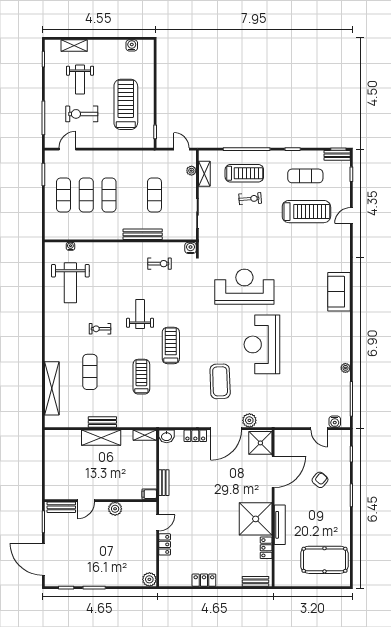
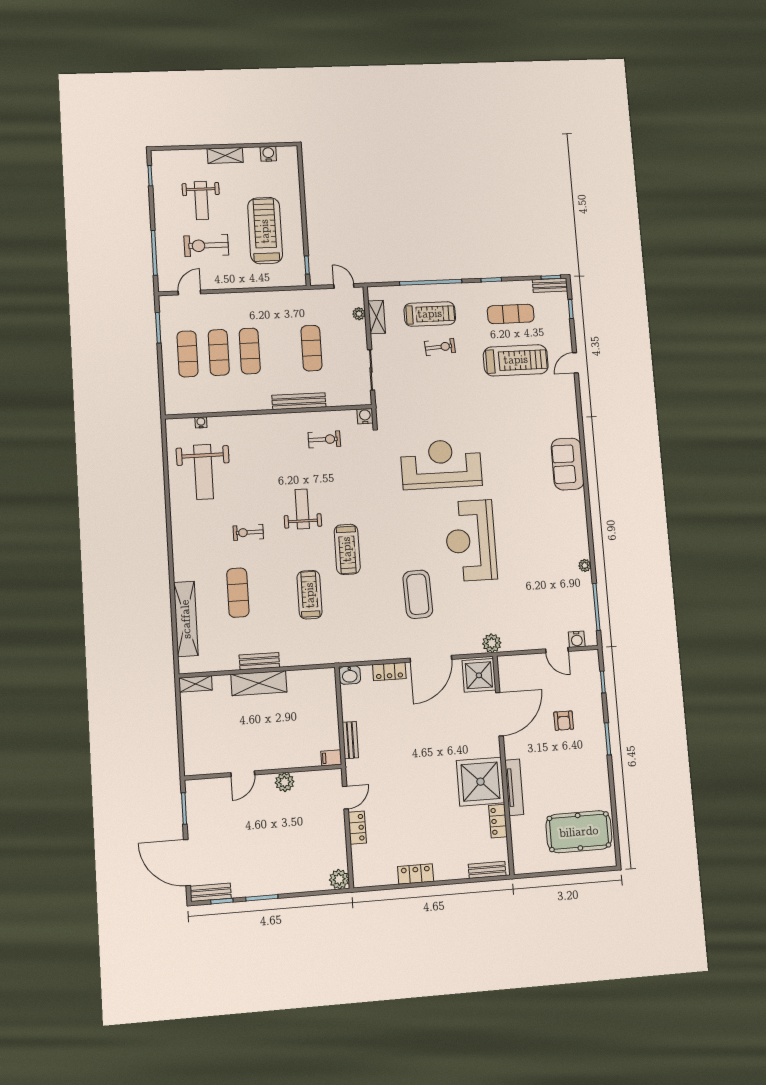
shelving: (74, 46) -> (225, 155), moved
treadmill: (171, 345) -> (347, 549), turned 180
plant: (249, 420) -> (492, 643), moved
shelving: (145, 435) -> (196, 684), moved
armchair: (320, 480) -> (564, 721), turned 140
bench: (61, 507) -> (211, 892), moved

